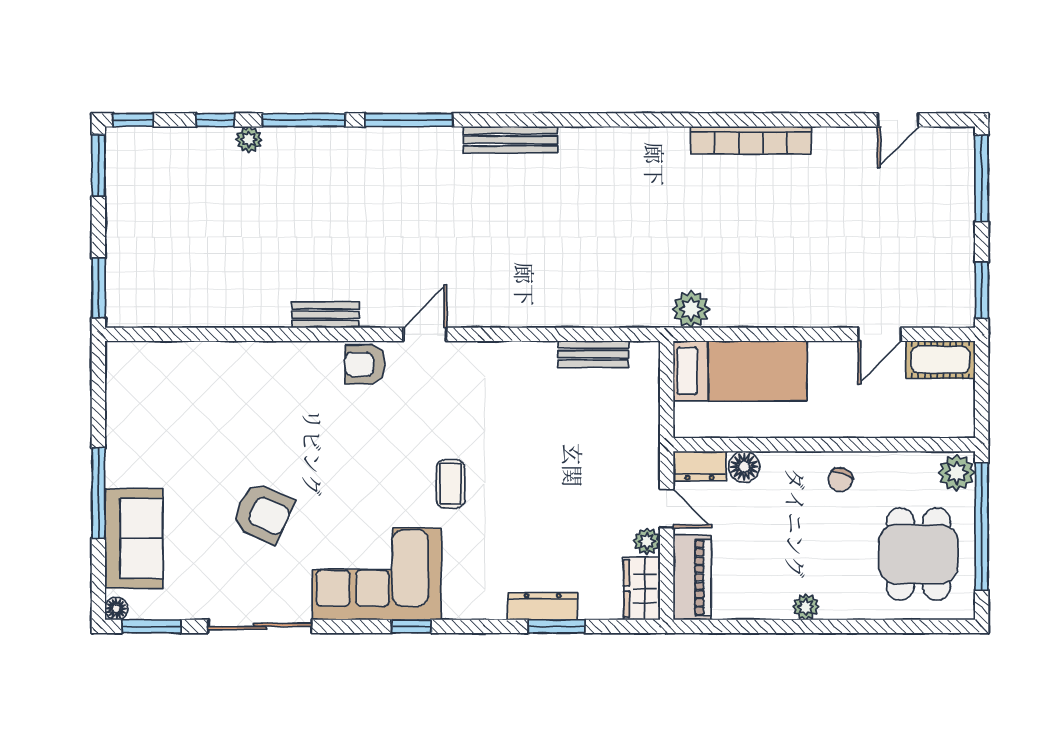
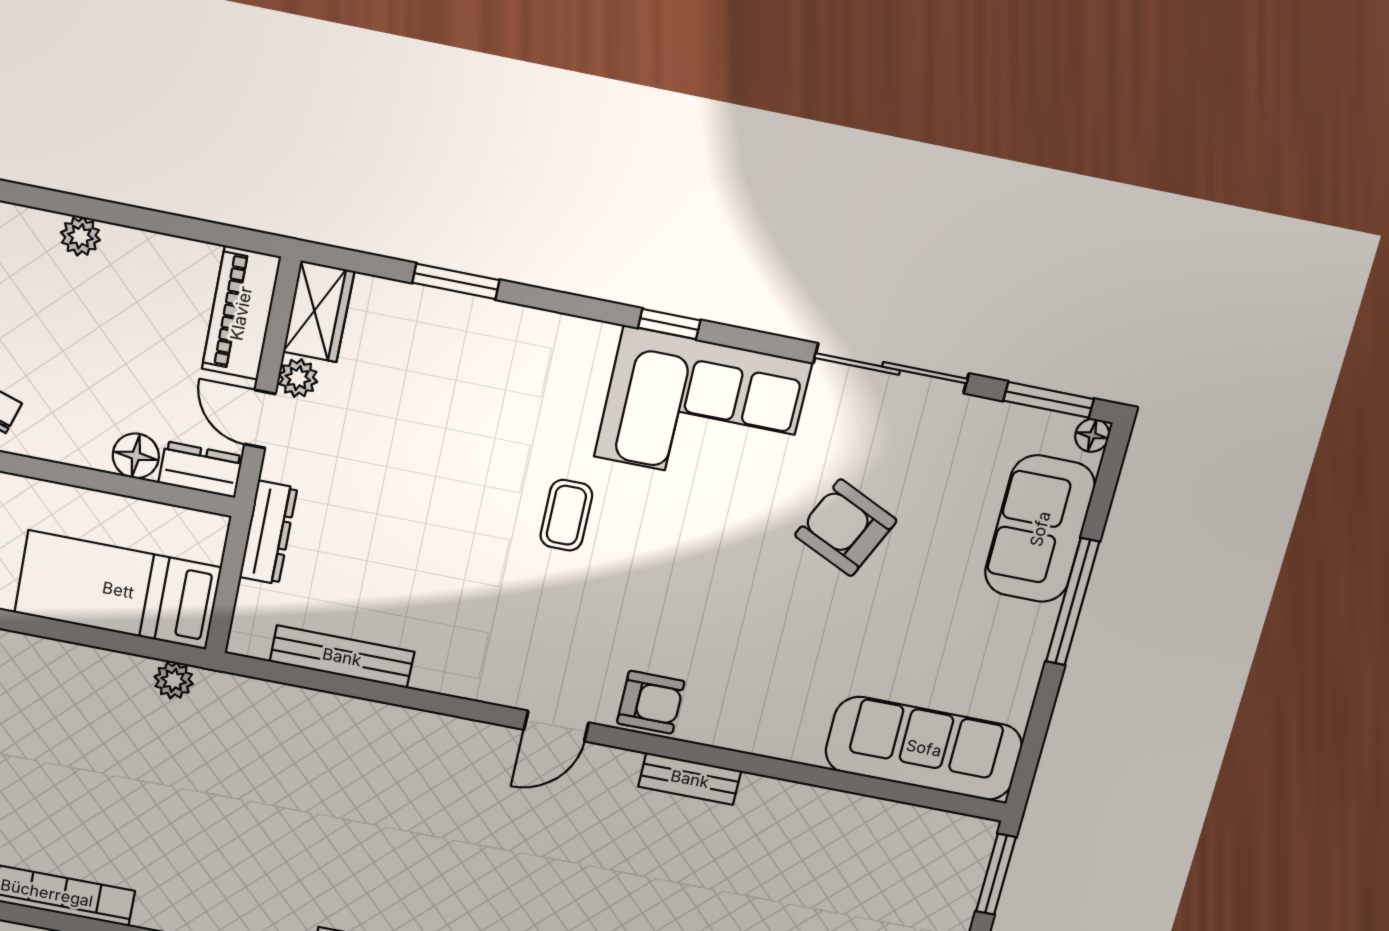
plant: (691, 309) -> (174, 680), width x0.73, depth x0.73
bench: (593, 354) -> (342, 657), width x1.36
sofa: (171, 369) -> (924, 748), added
dresser: (543, 606) -> (268, 533), moved, turned -90

